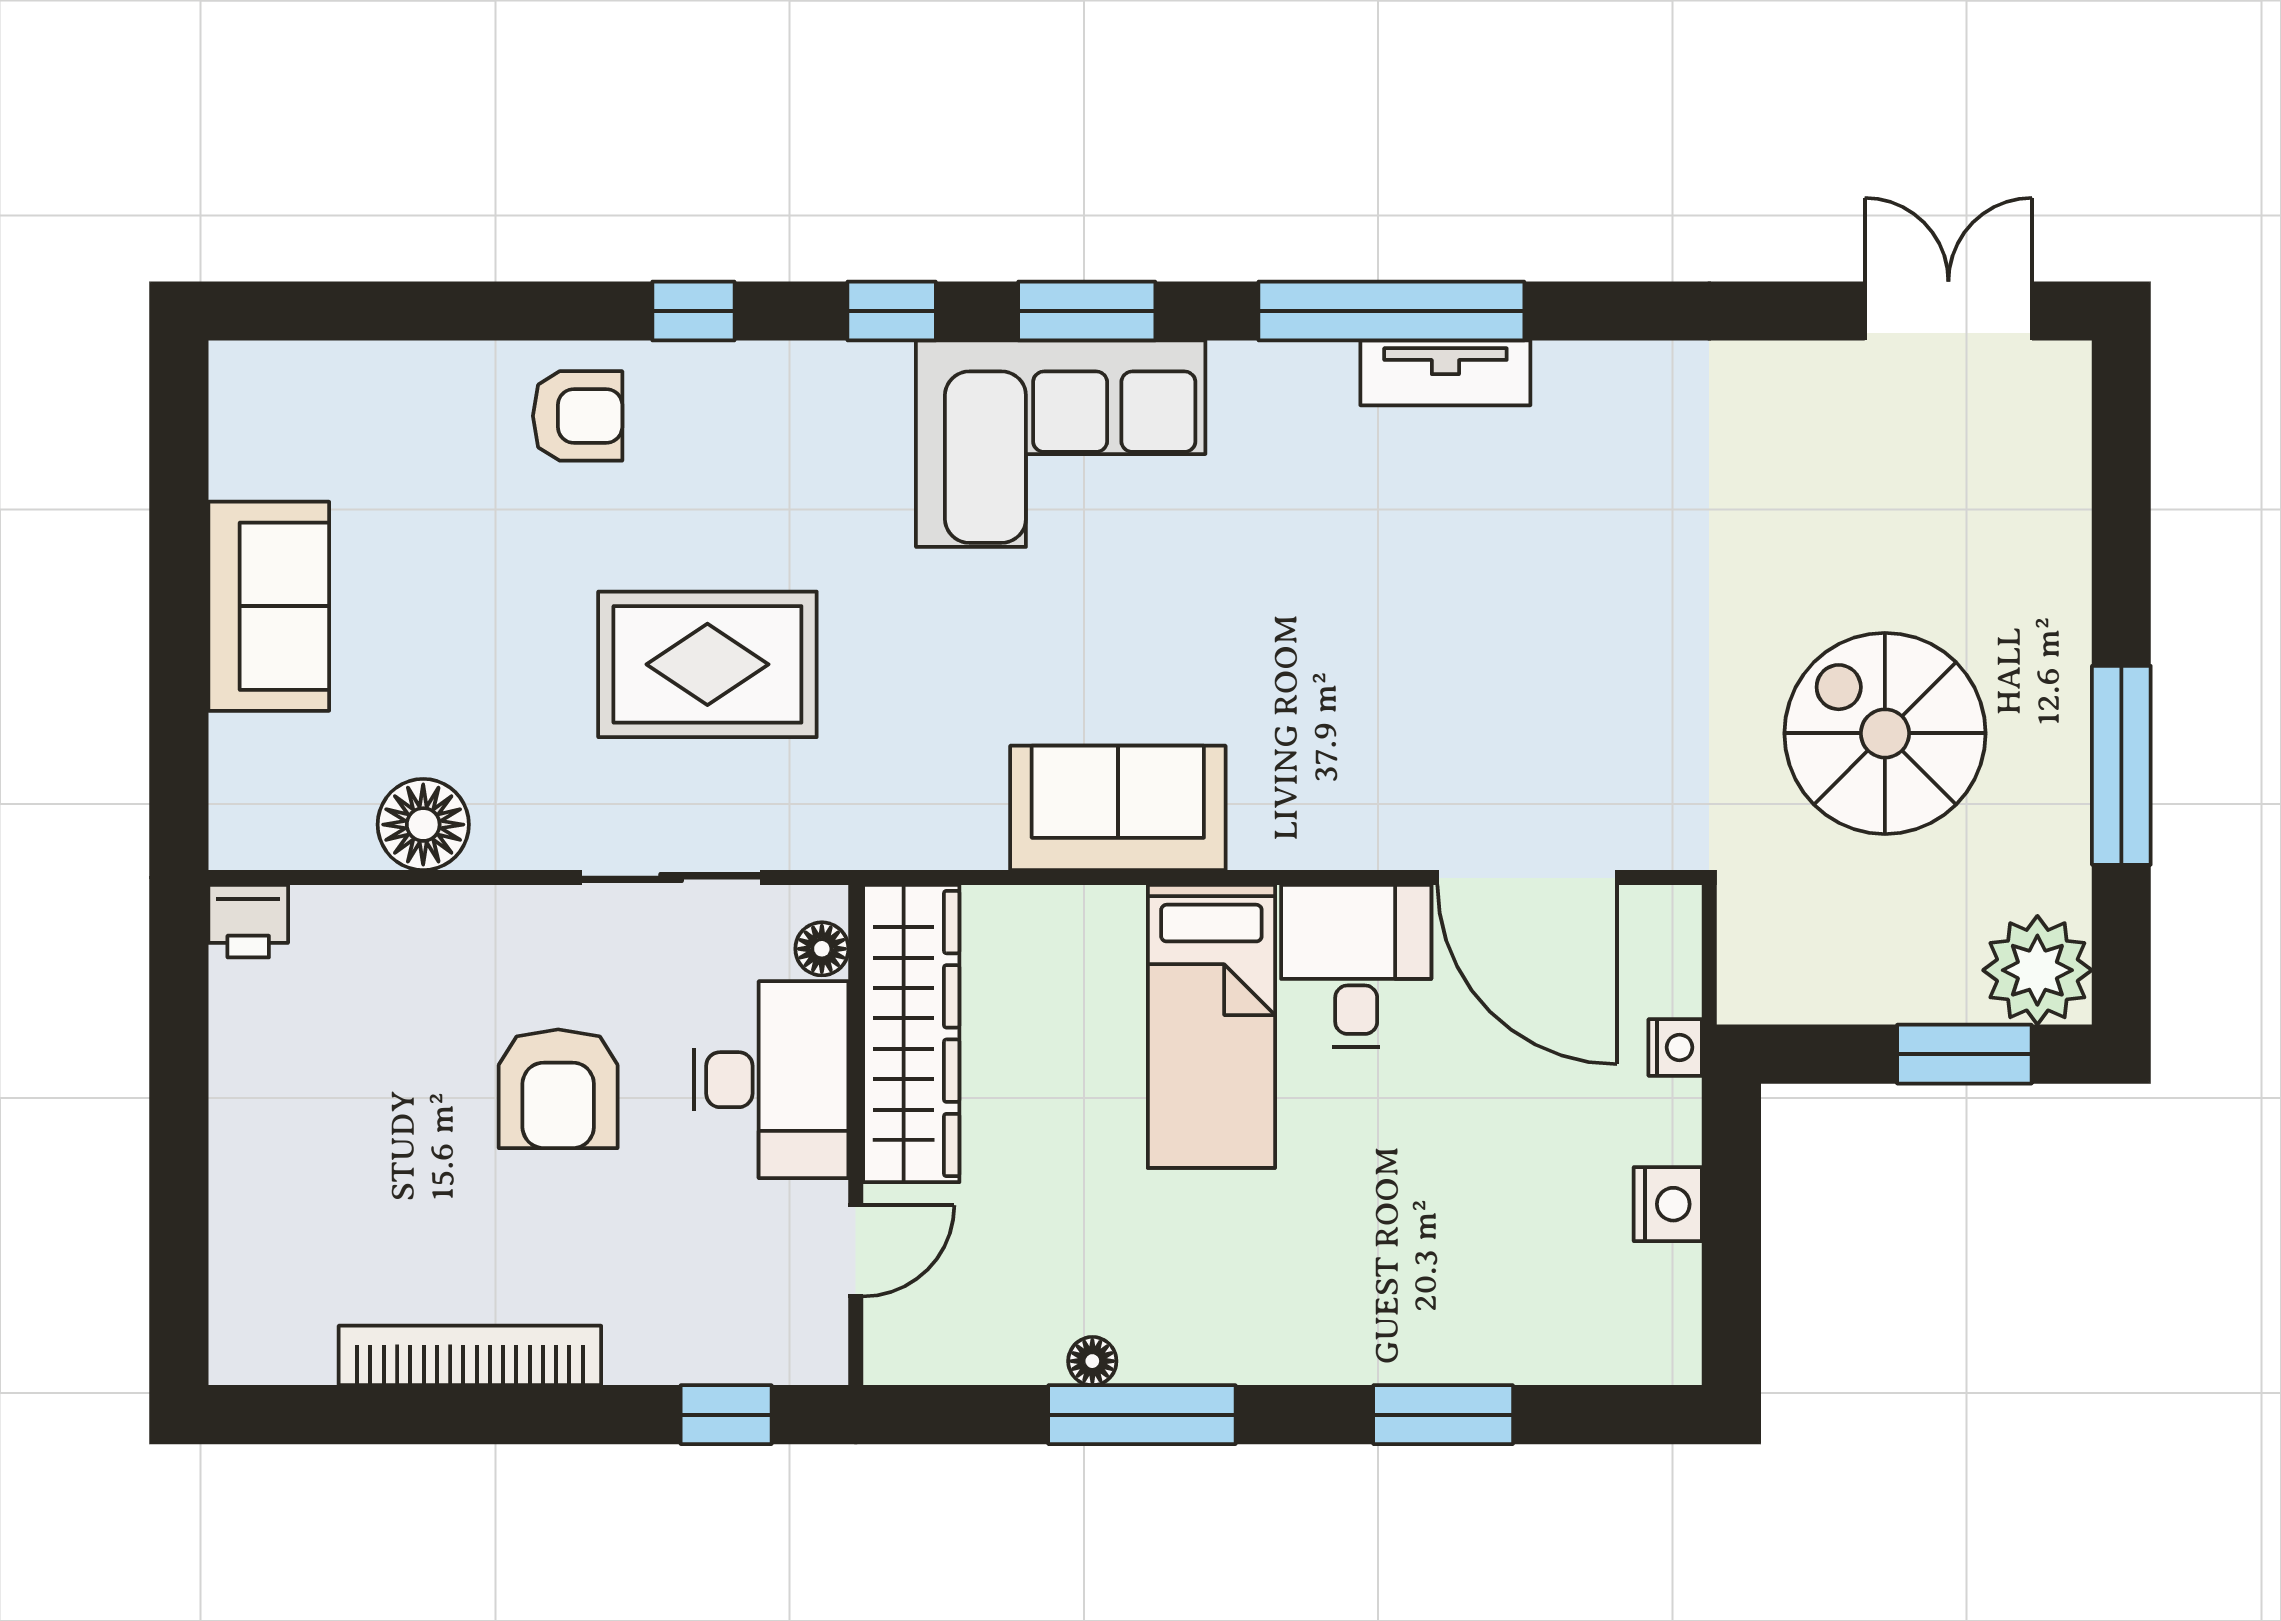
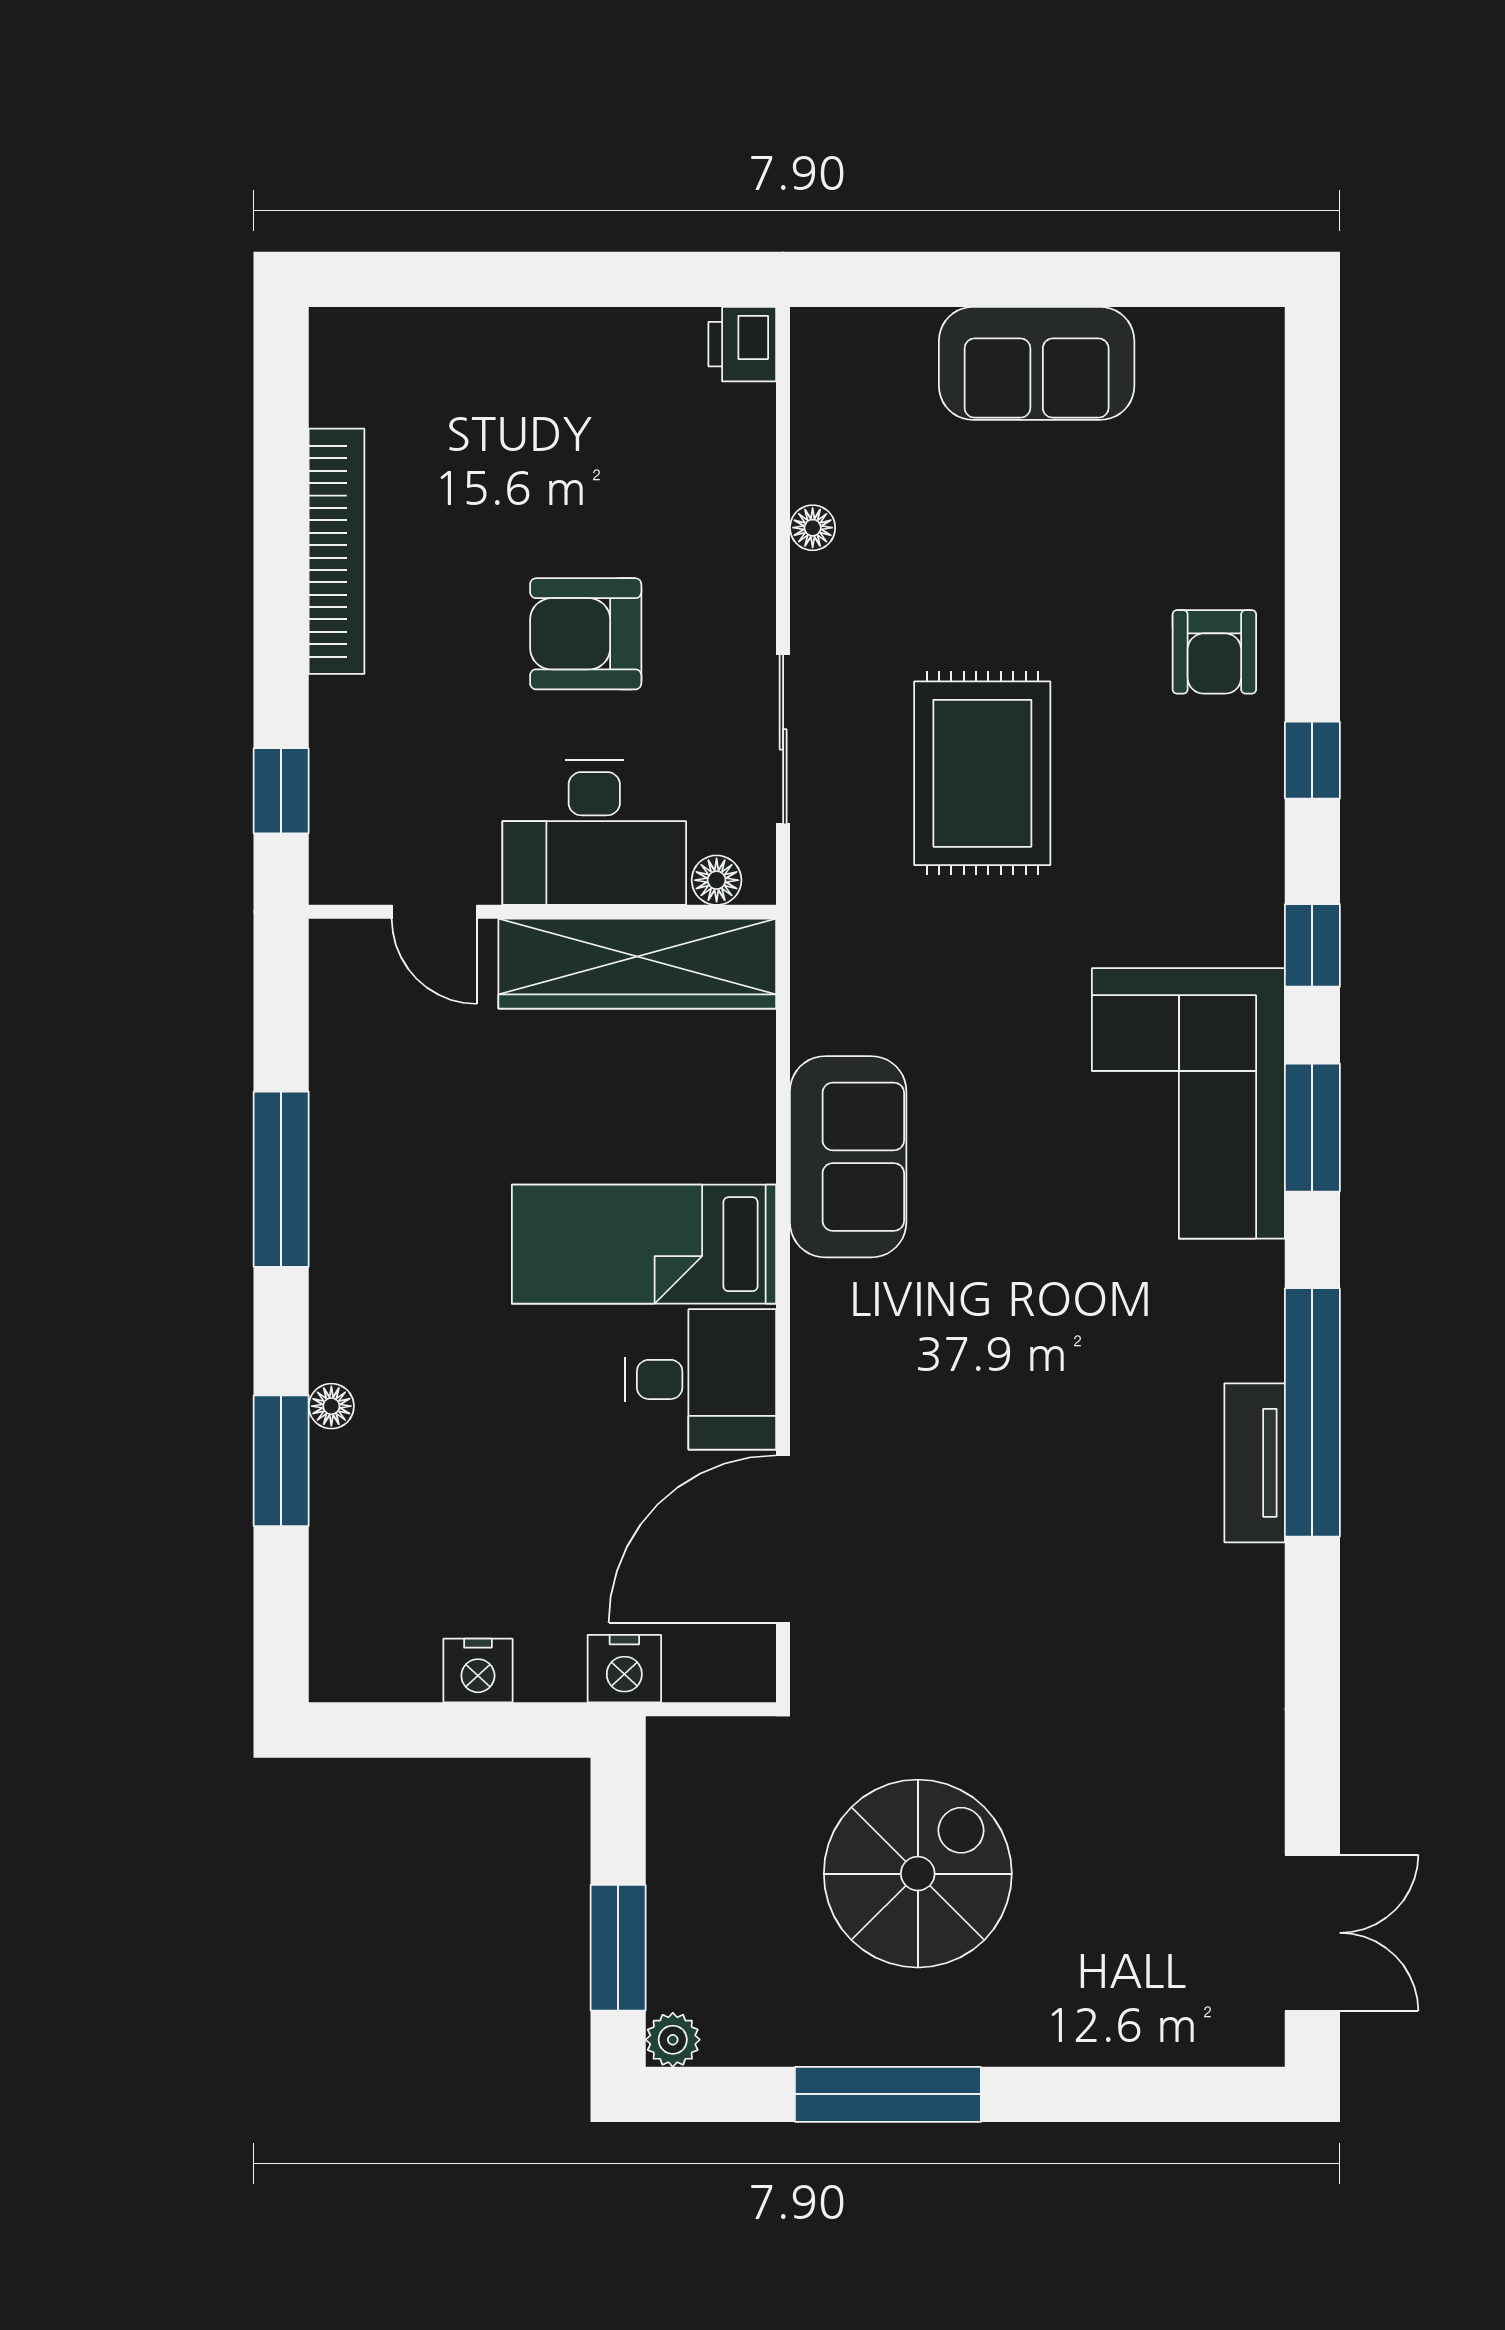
floor lamp: (423, 825) -> (813, 528), width x0.53, depth x0.53
plant: (2037, 970) -> (673, 2040), width x0.53, depth x0.53
nightstand: (1675, 1047) -> (624, 1669), width x1.39, depth x1.35
floor lamp: (1092, 1361) -> (331, 1406), moved

